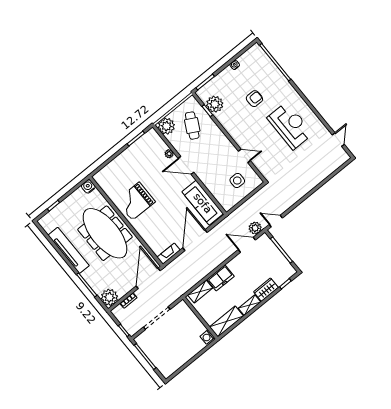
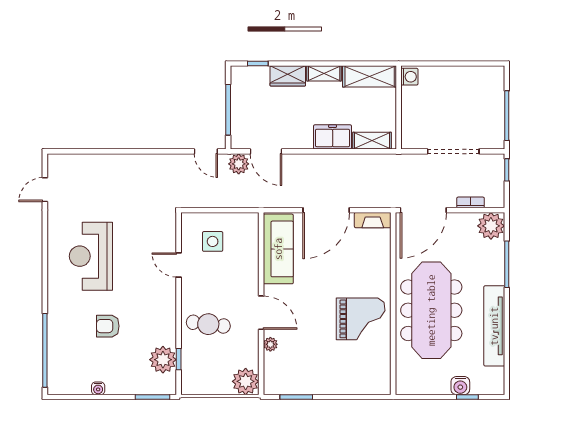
cafe table: (192, 126) -> (208, 324), moved, turned 69
water cooler: (88, 186) -> (460, 386), moved

